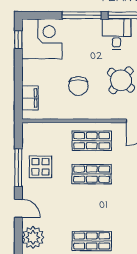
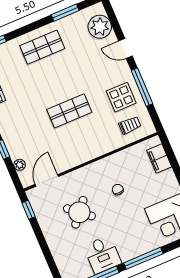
chair: (78, 86) -> (118, 190), width x0.54, depth x0.54
trolley: (43, 139) -> (130, 125), added
shop shelf: (92, 141) -> (83, 143), removed

